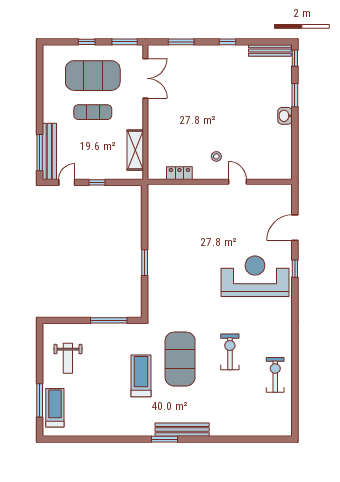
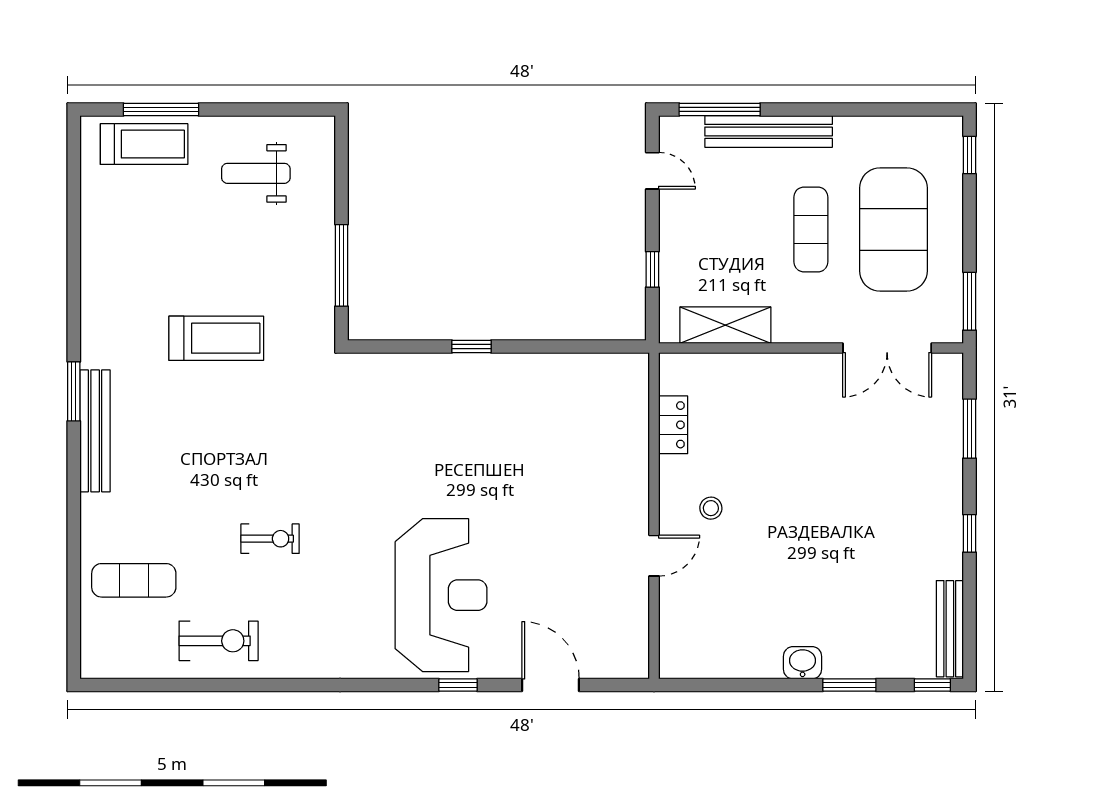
window: (87, 42) -> (969, 155), moved
bench: (49, 151) -> (769, 131), moved
window: (97, 182) -> (652, 269), moved
window: (145, 263) -> (471, 346), width x0.67
exercise bike: (230, 352) -> (270, 539), width x0.73, depth x0.72
exercise mat: (180, 359) -> (134, 580), moved, width x0.50, depth x0.69

